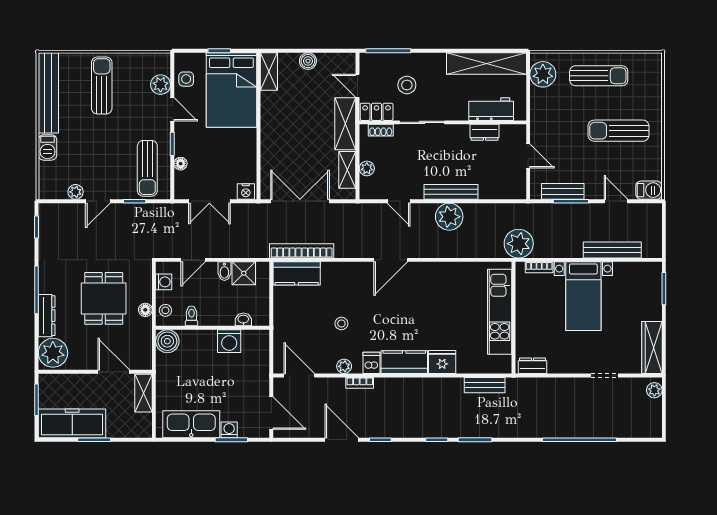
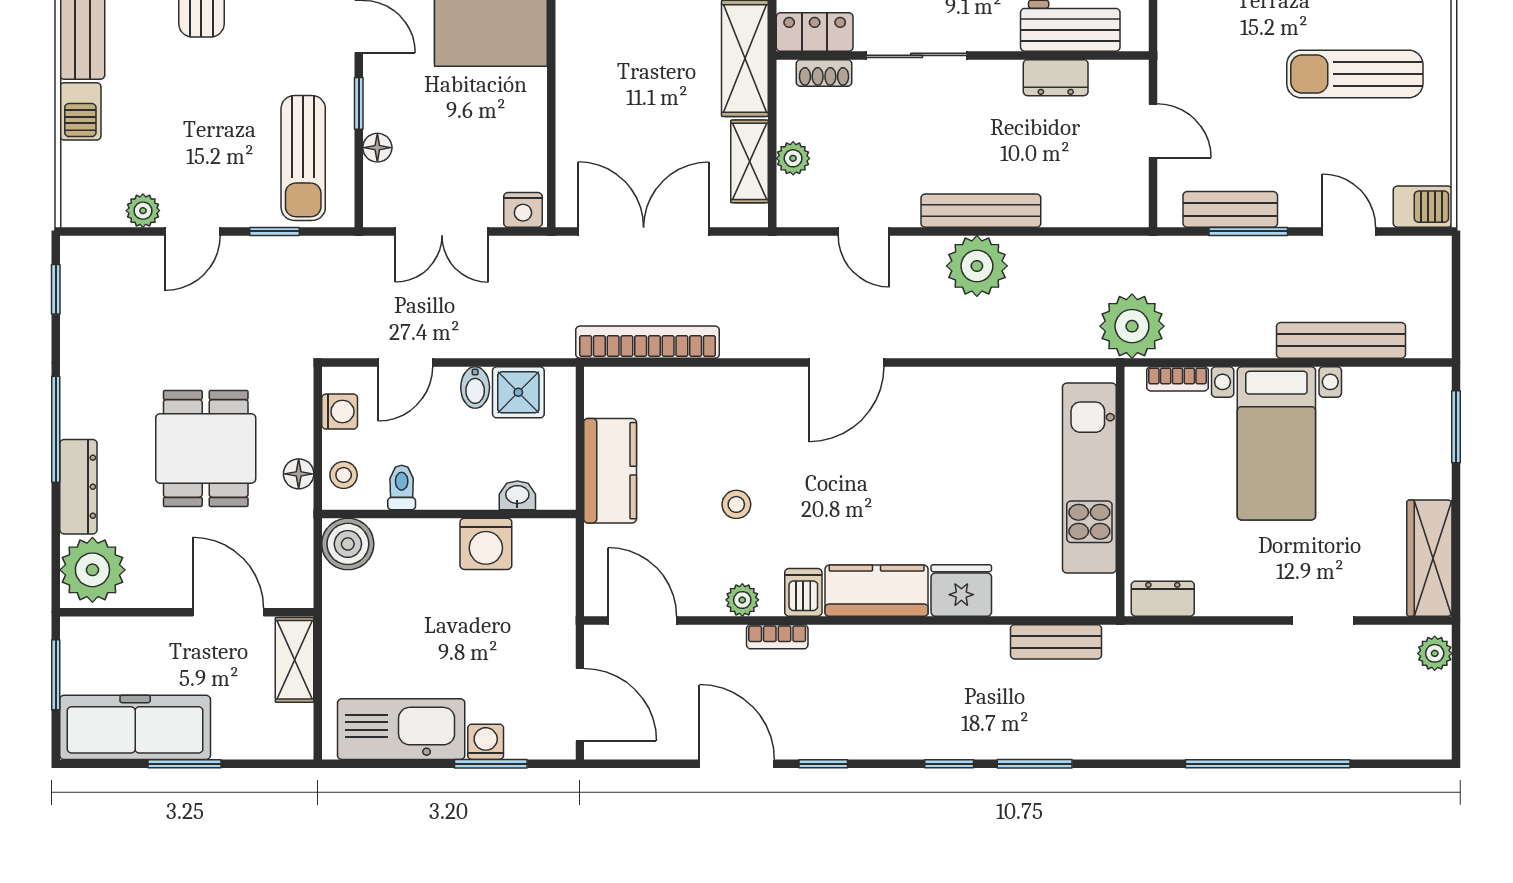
kitchen counter: (297, 273) -> (610, 471), moved, turned -90

